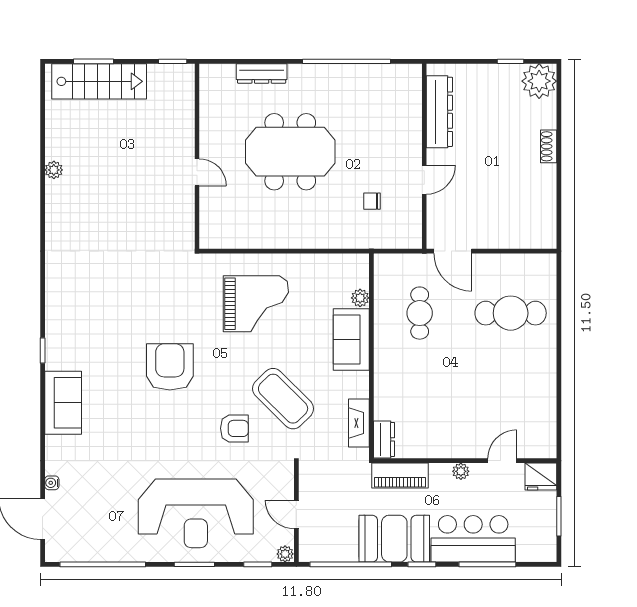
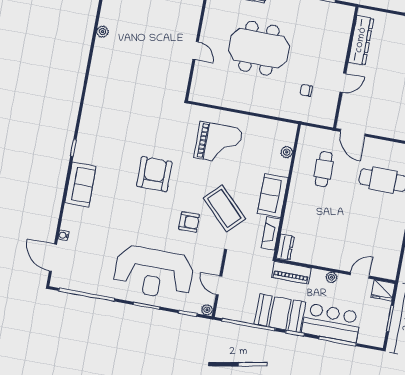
sofa: (351, 340) -> (273, 196), moved

